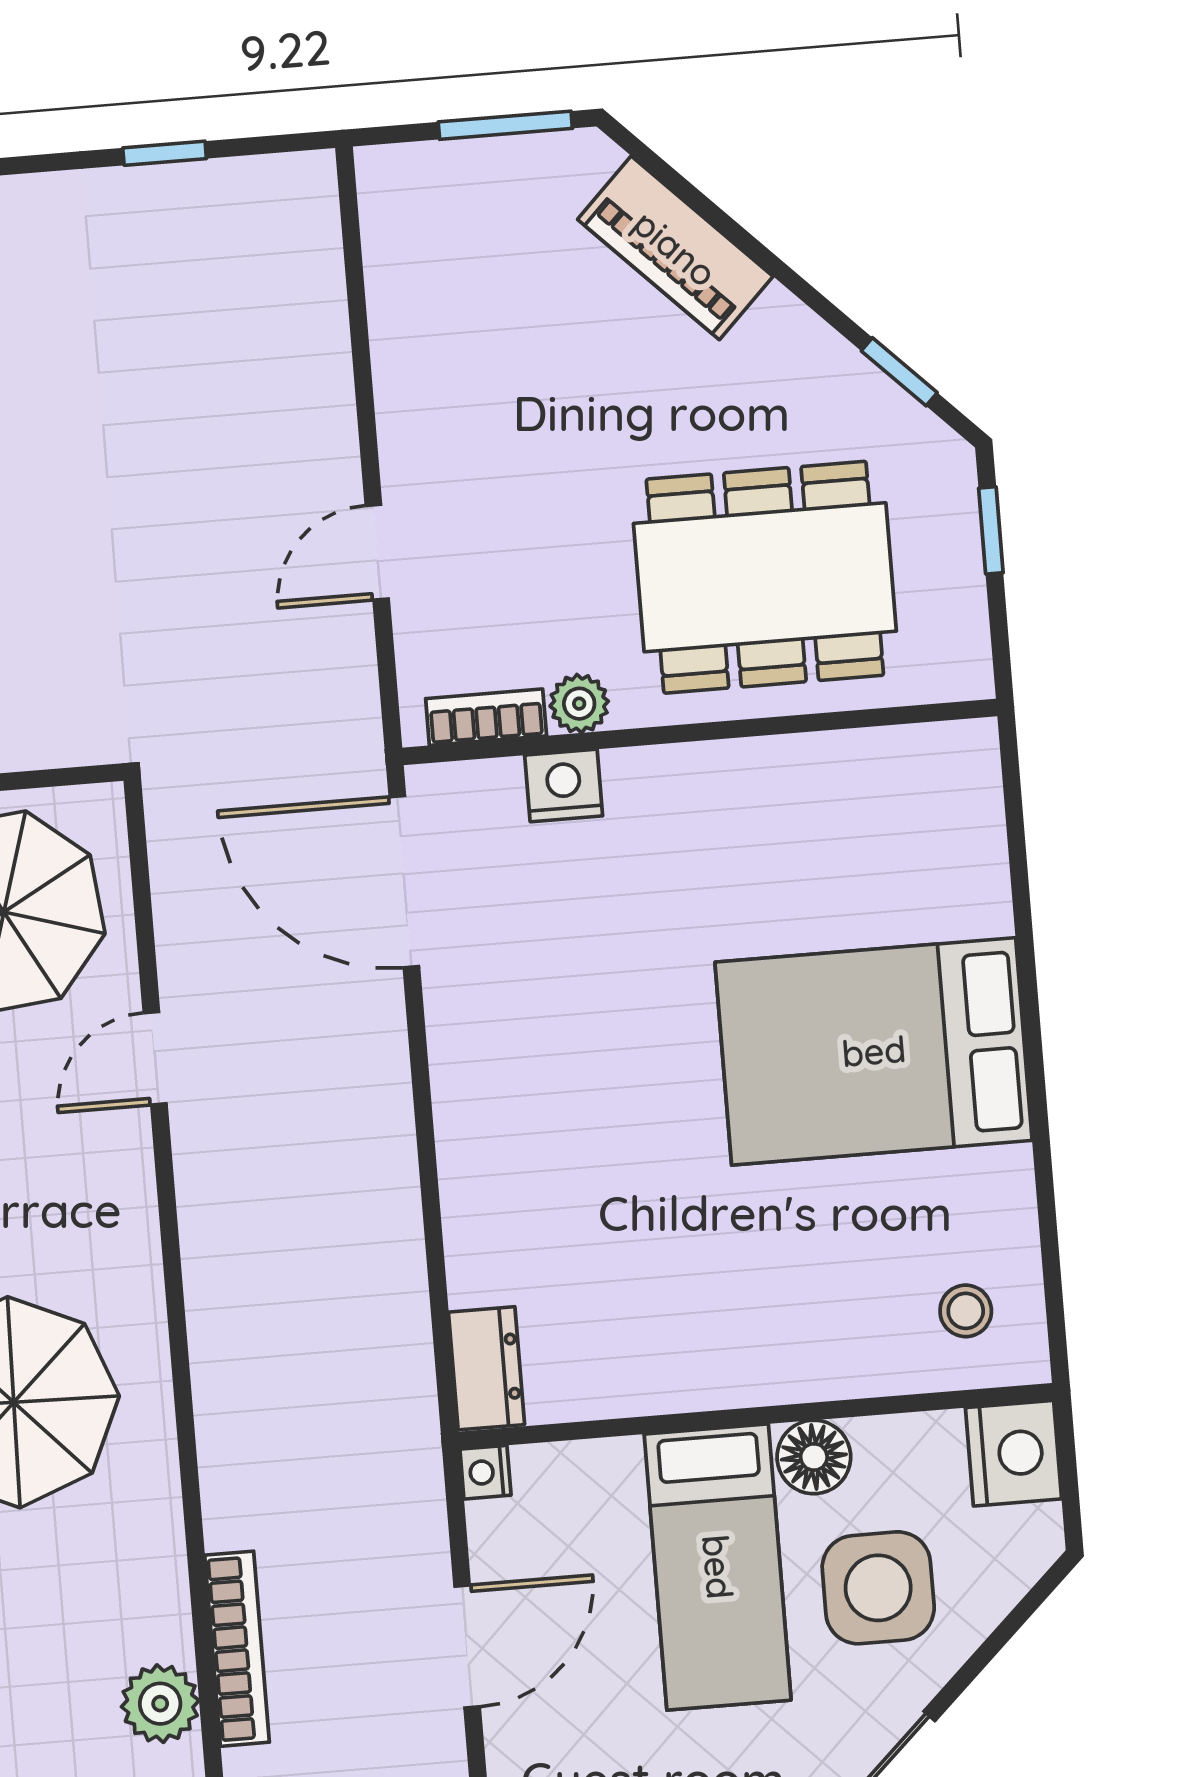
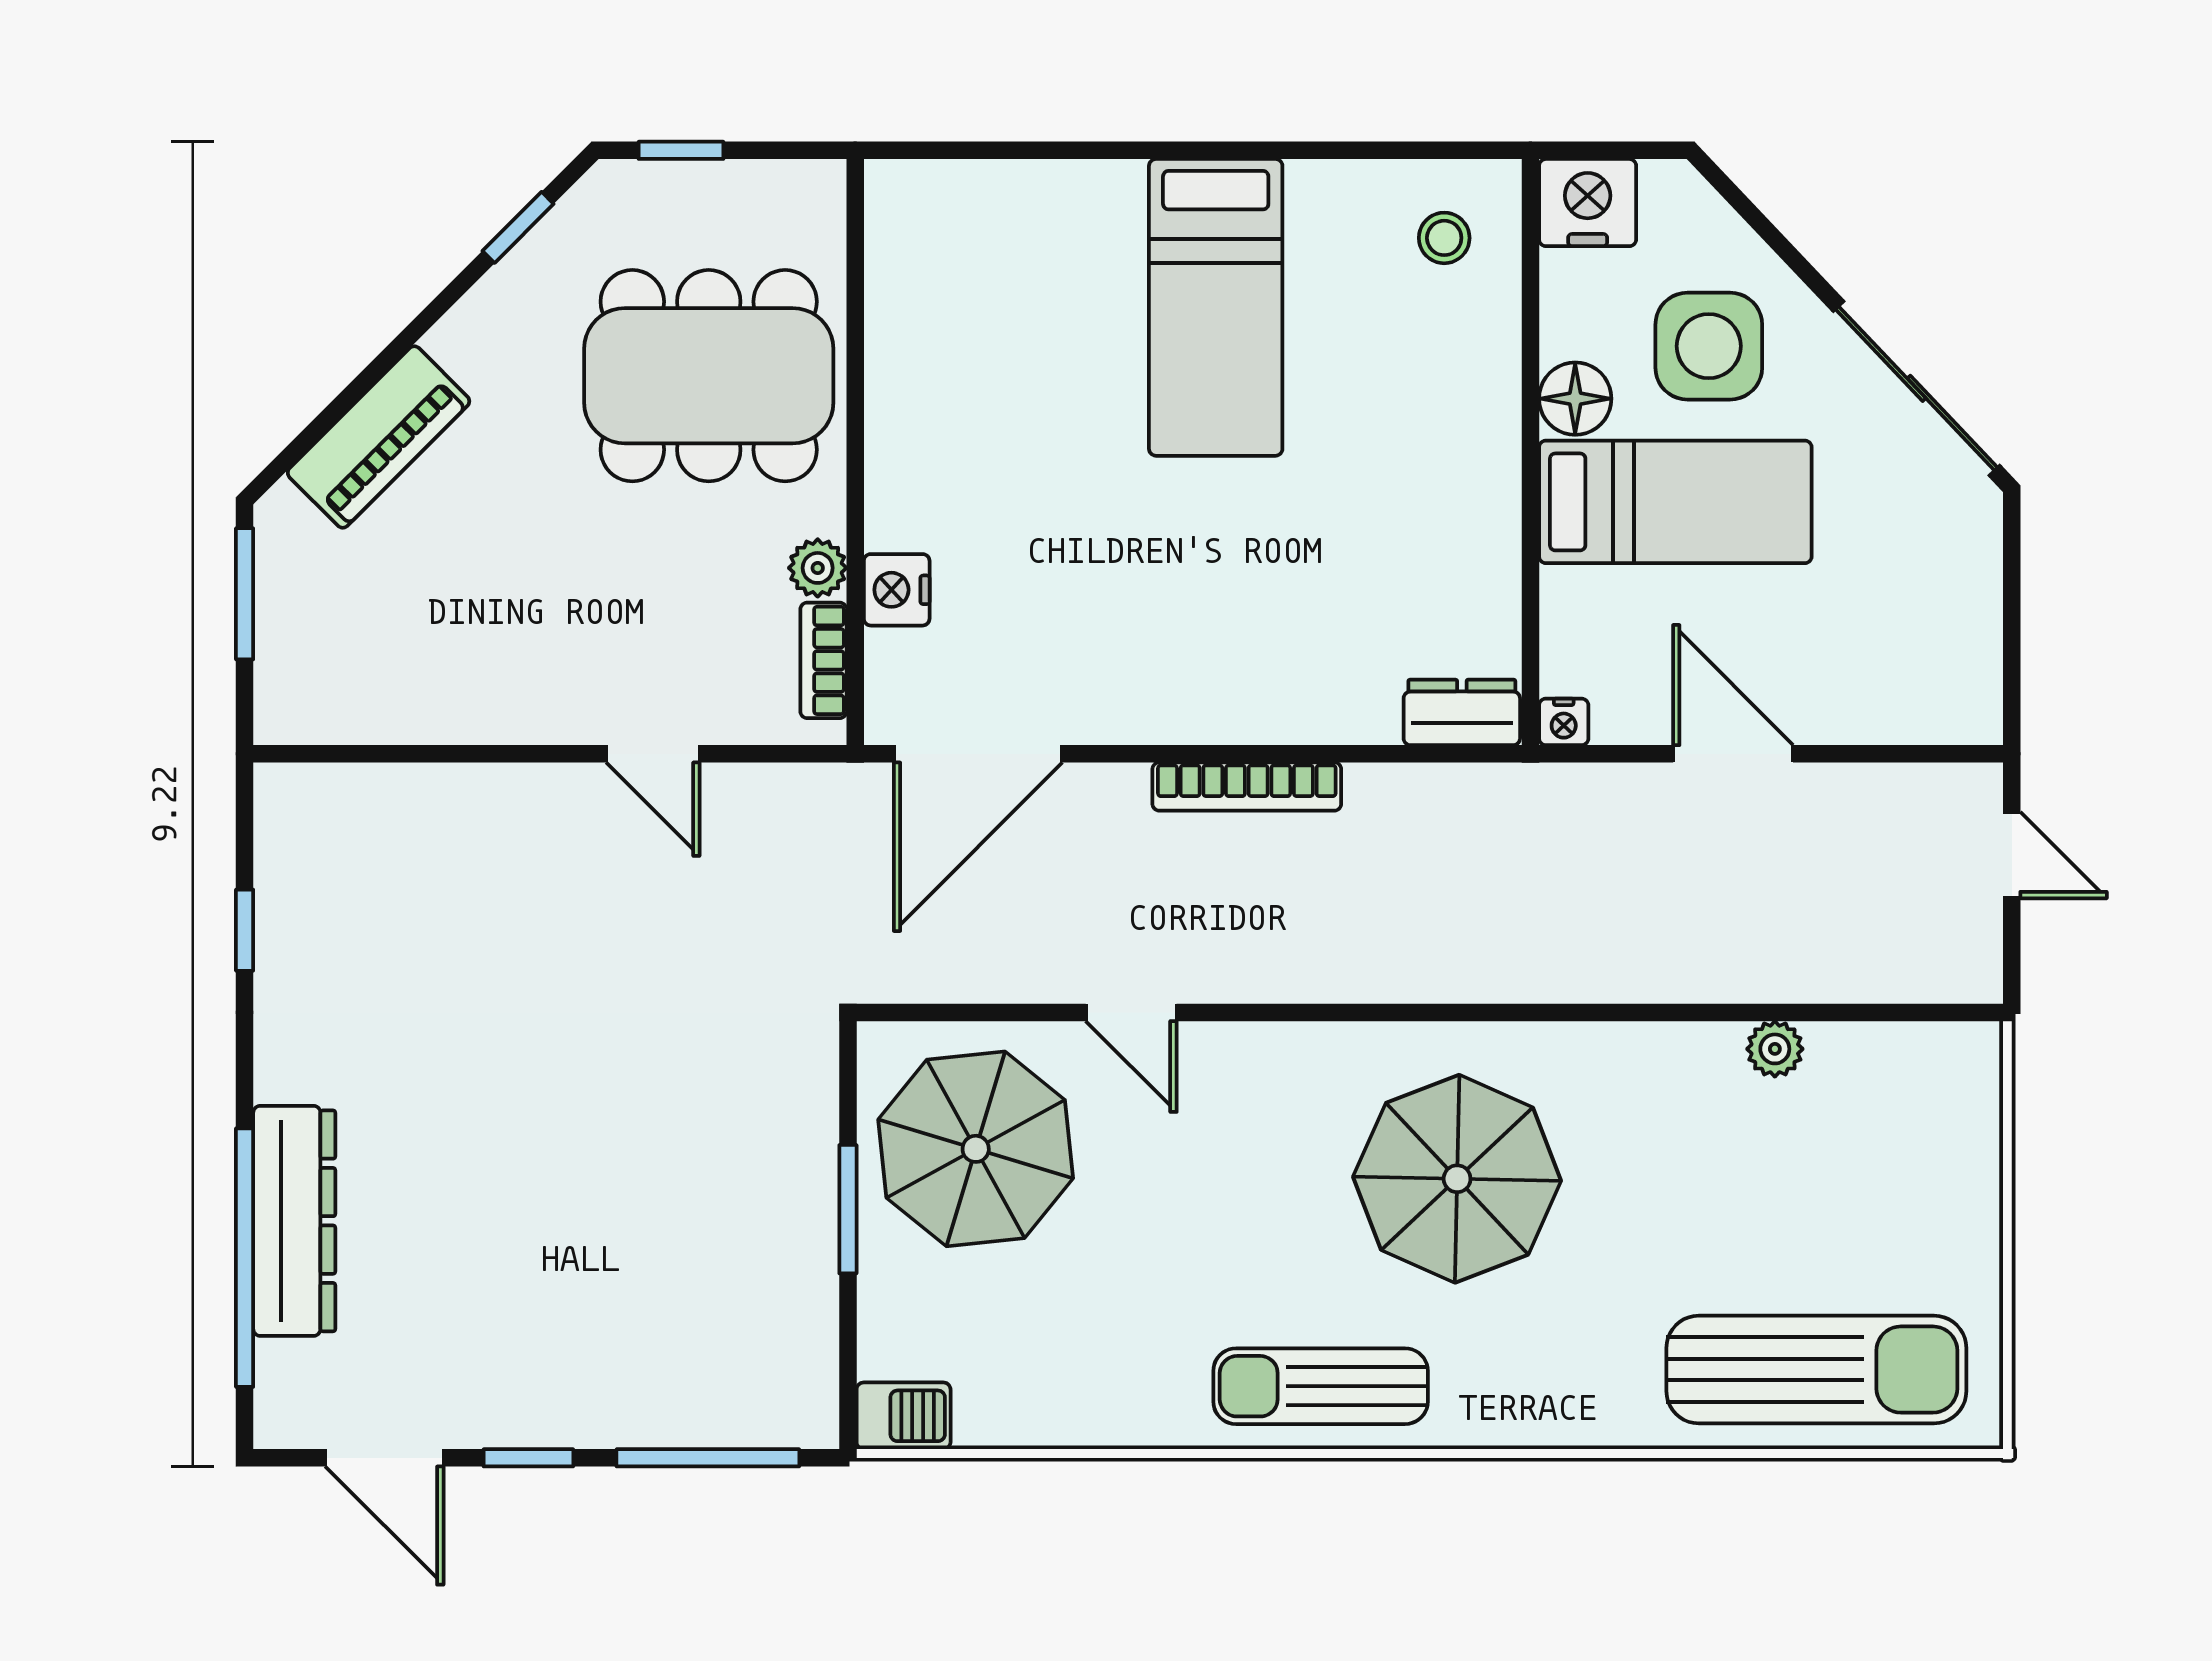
dining table: (765, 577) -> (709, 376), turned 90
bed: (874, 1051) -> (1216, 307), width x0.67
bookcase: (237, 1649) -> (1247, 787), moved, turned 180
plant: (160, 1704) -> (1775, 1049), width x0.73, depth x0.73

